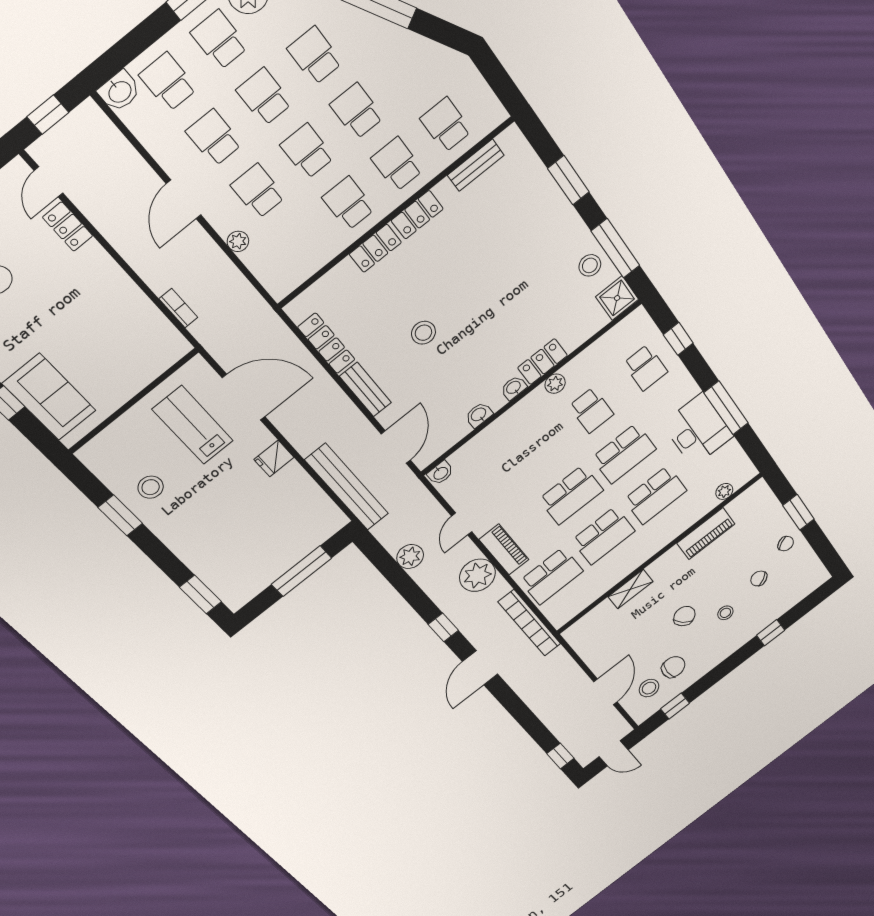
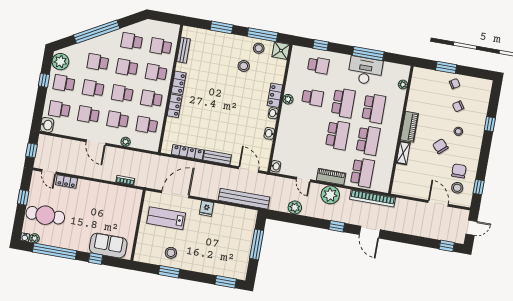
school desk: (407, 71) -> (132, 41), added
school desk: (300, 242) -> (147, 125), added
stool: (423, 333) -> (244, 66), moved
piano: (706, 534) -> (409, 127), moved

